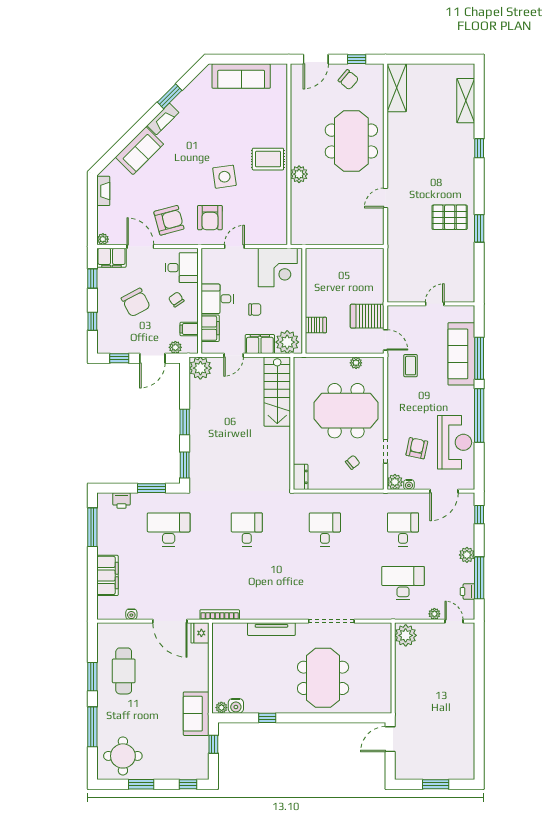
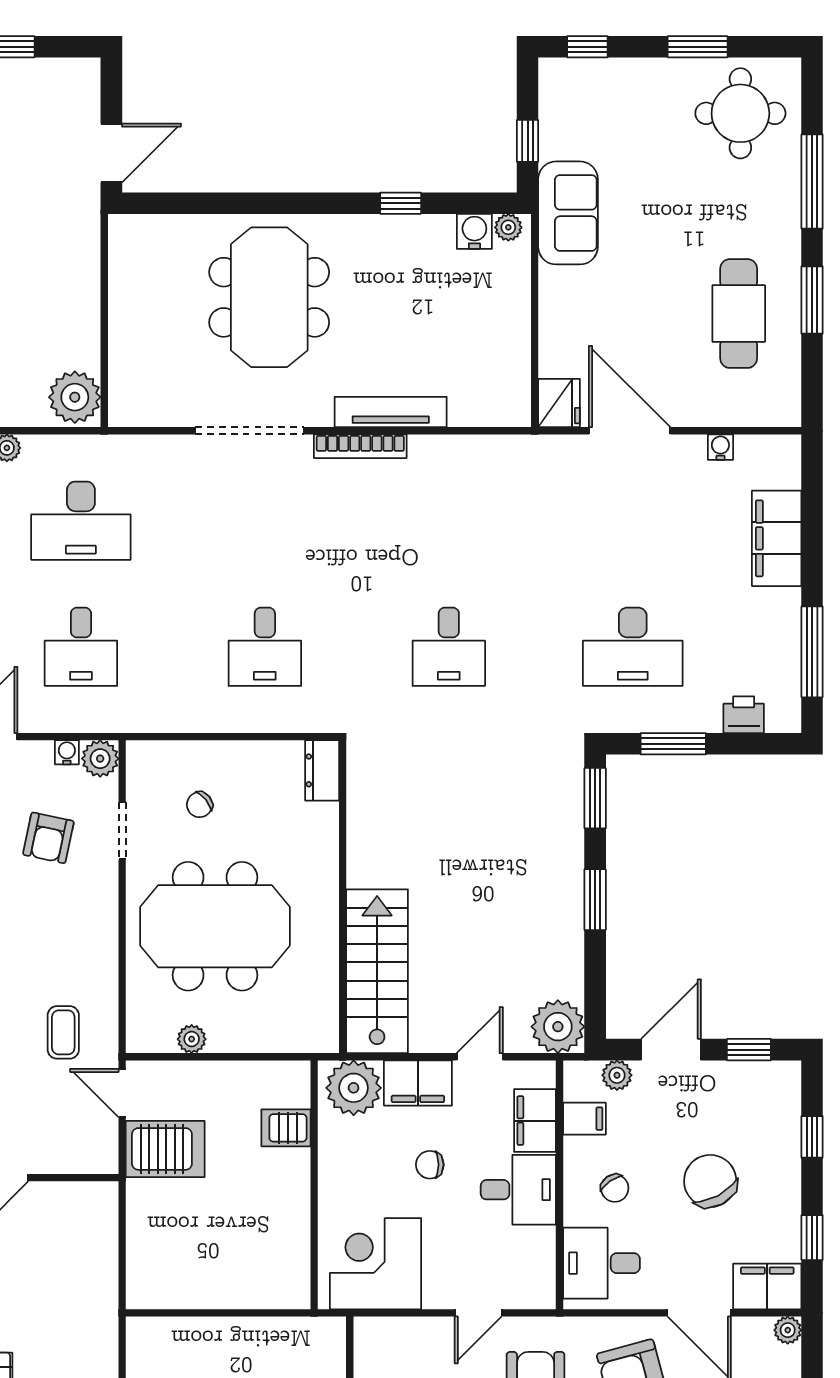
bookcase: (220, 615) -> (360, 446), moved

